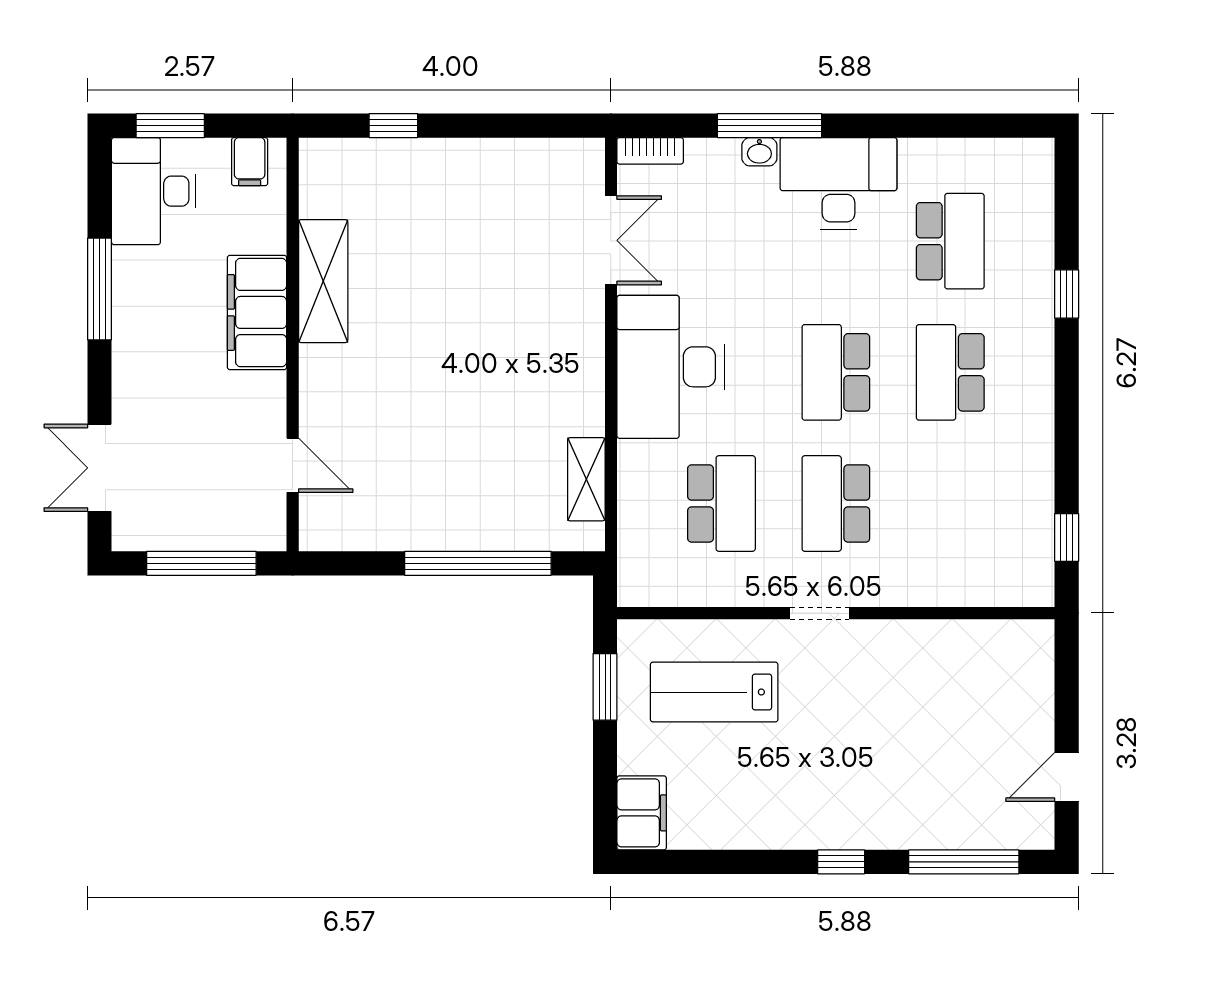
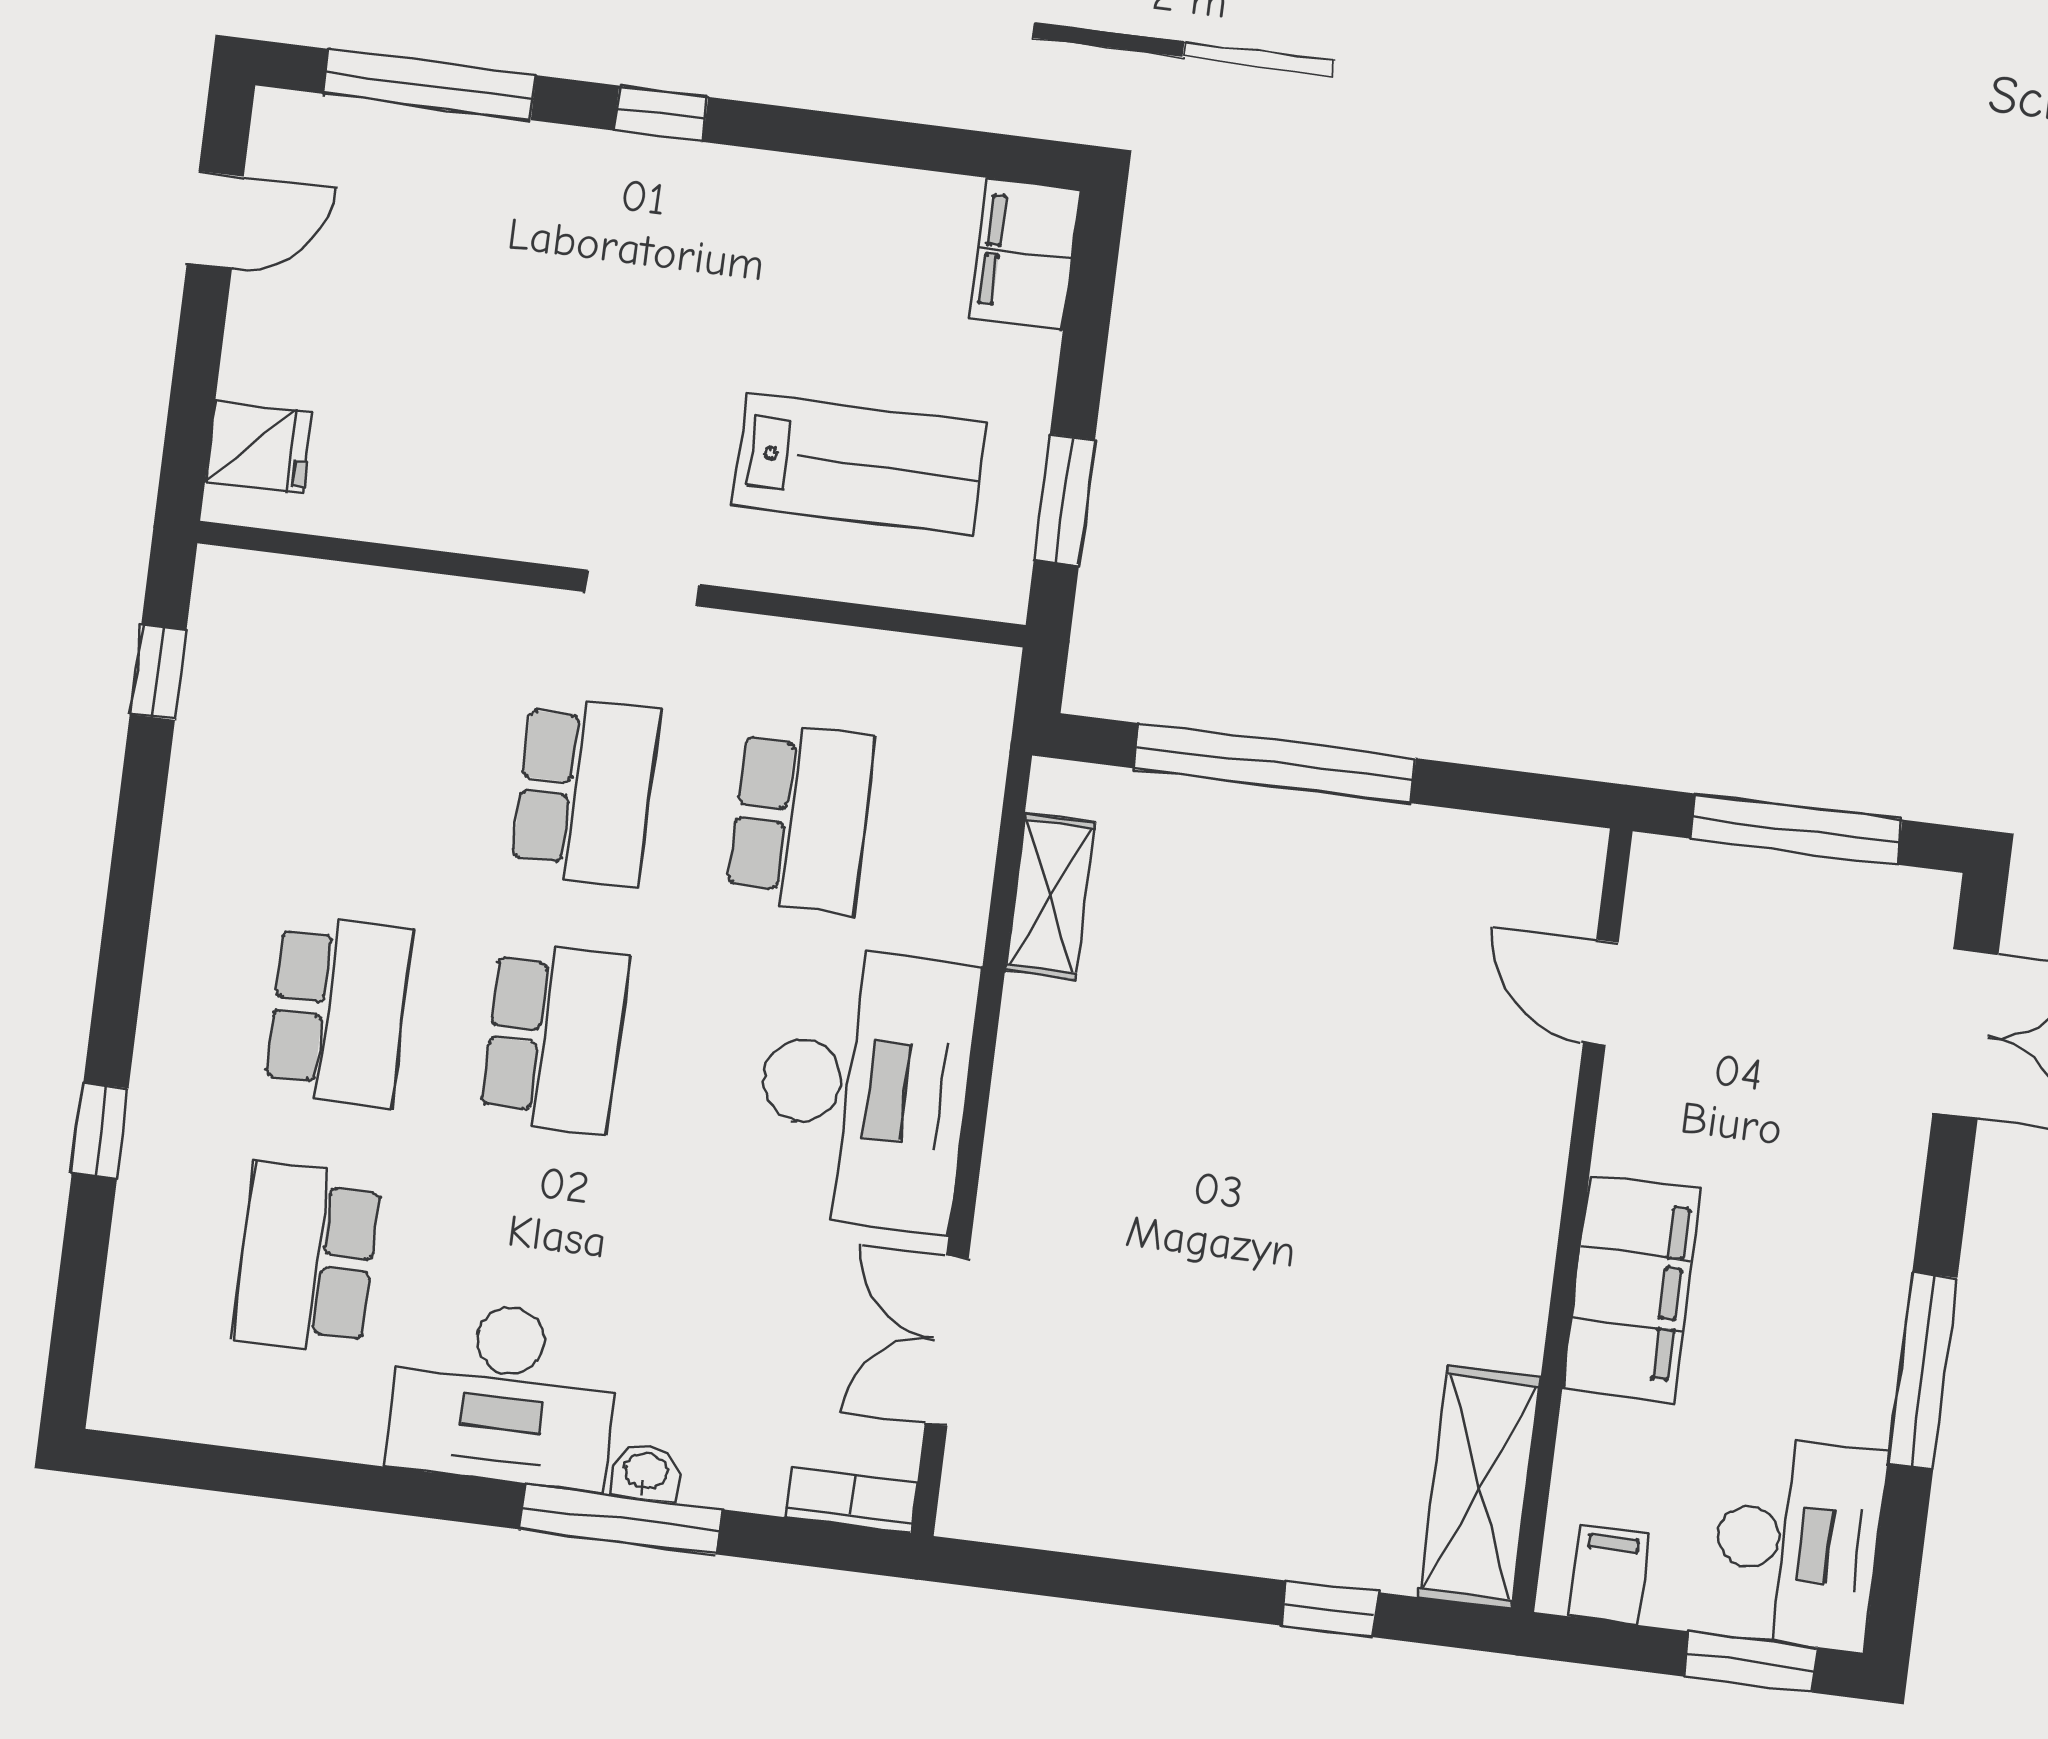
shelving: (323, 281) -> (1480, 1487), moved
school desk: (721, 503) -> (801, 818), turned 180
fridge: (1029, 662) -> (259, 447), added

